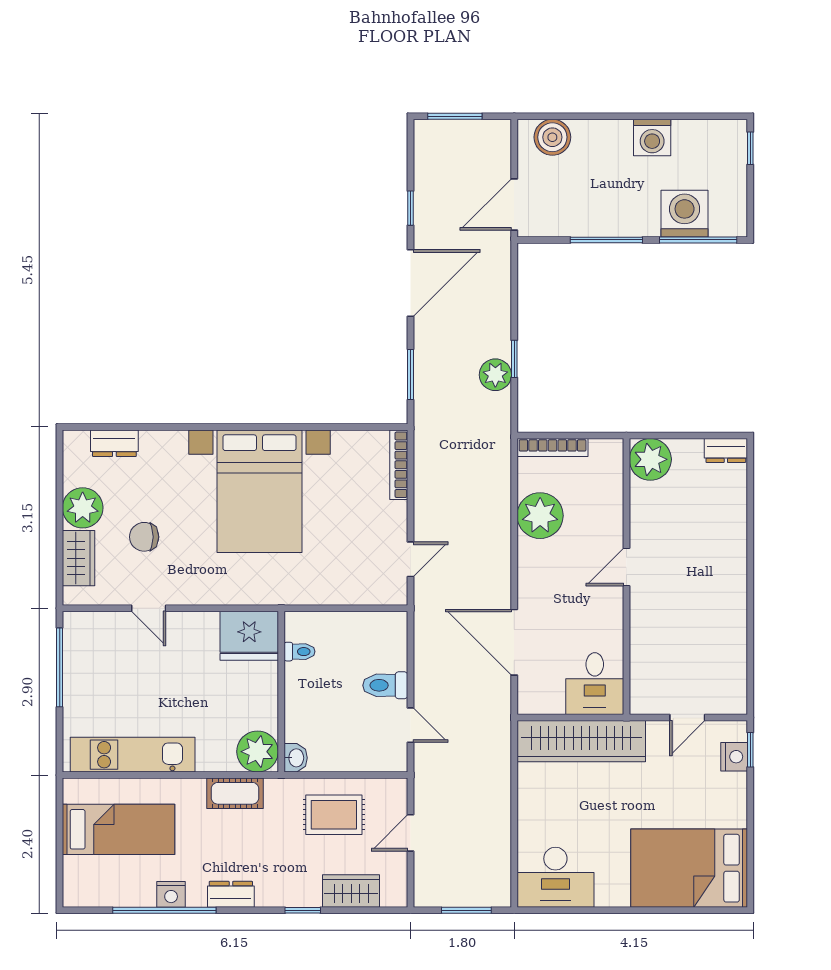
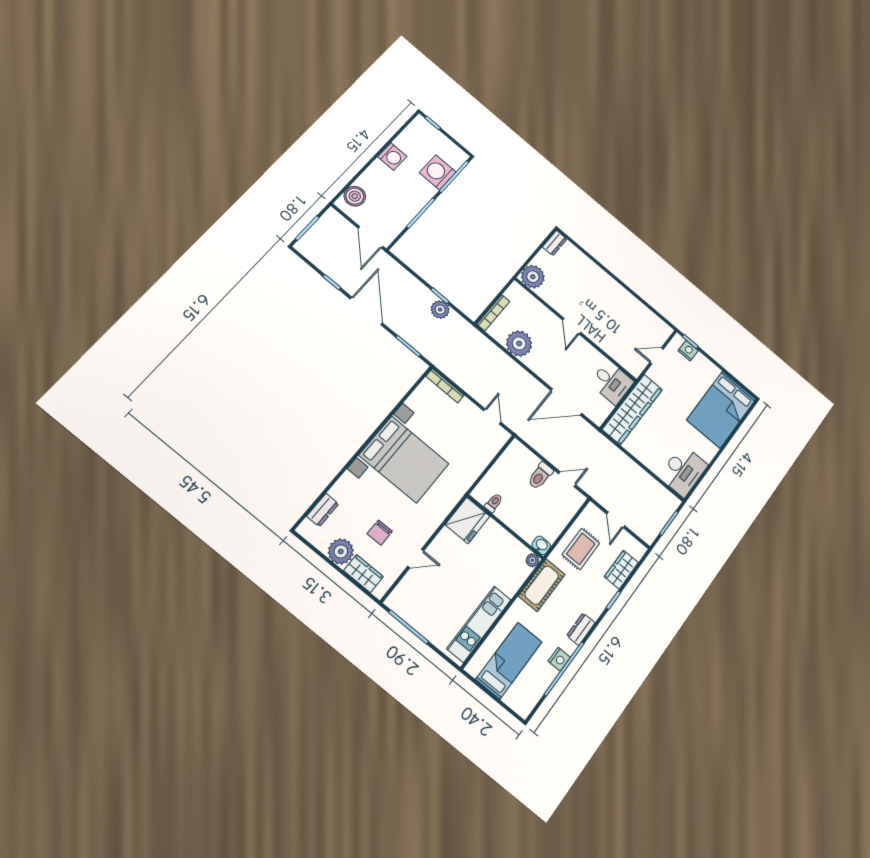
door: (687, 718) -> (657, 356), swing flipped
plant: (258, 752) -> (532, 560), width x0.53, depth x0.53
cot: (235, 793) -> (542, 585), width x1.37, depth x1.34

